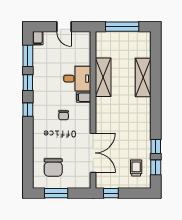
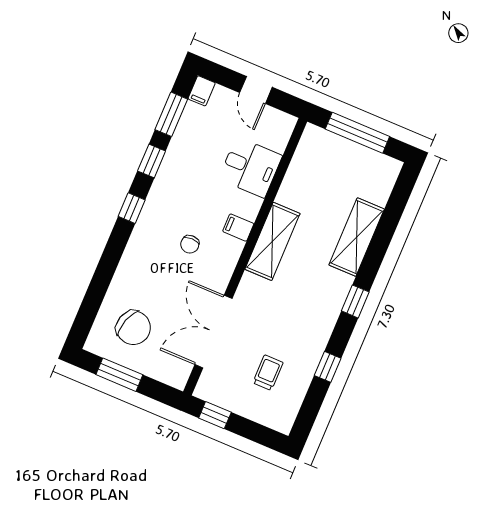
shelving: (103, 77) -> (272, 241), moved
desk: (77, 79) -> (250, 167), moved
double door: (93, 153) -> (213, 332), swing flipped
chair: (53, 167) -> (133, 328), turned -72
window: (156, 167) -> (355, 301), moved
trolley: (136, 168) -> (268, 373), moved

